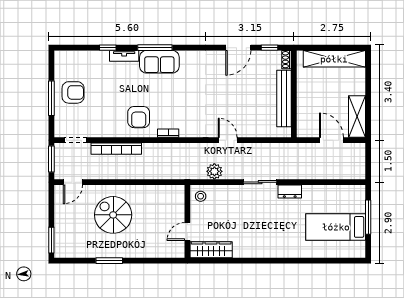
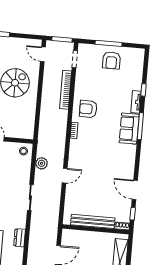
dresser: (290, 191) -> (20, 238), moved

